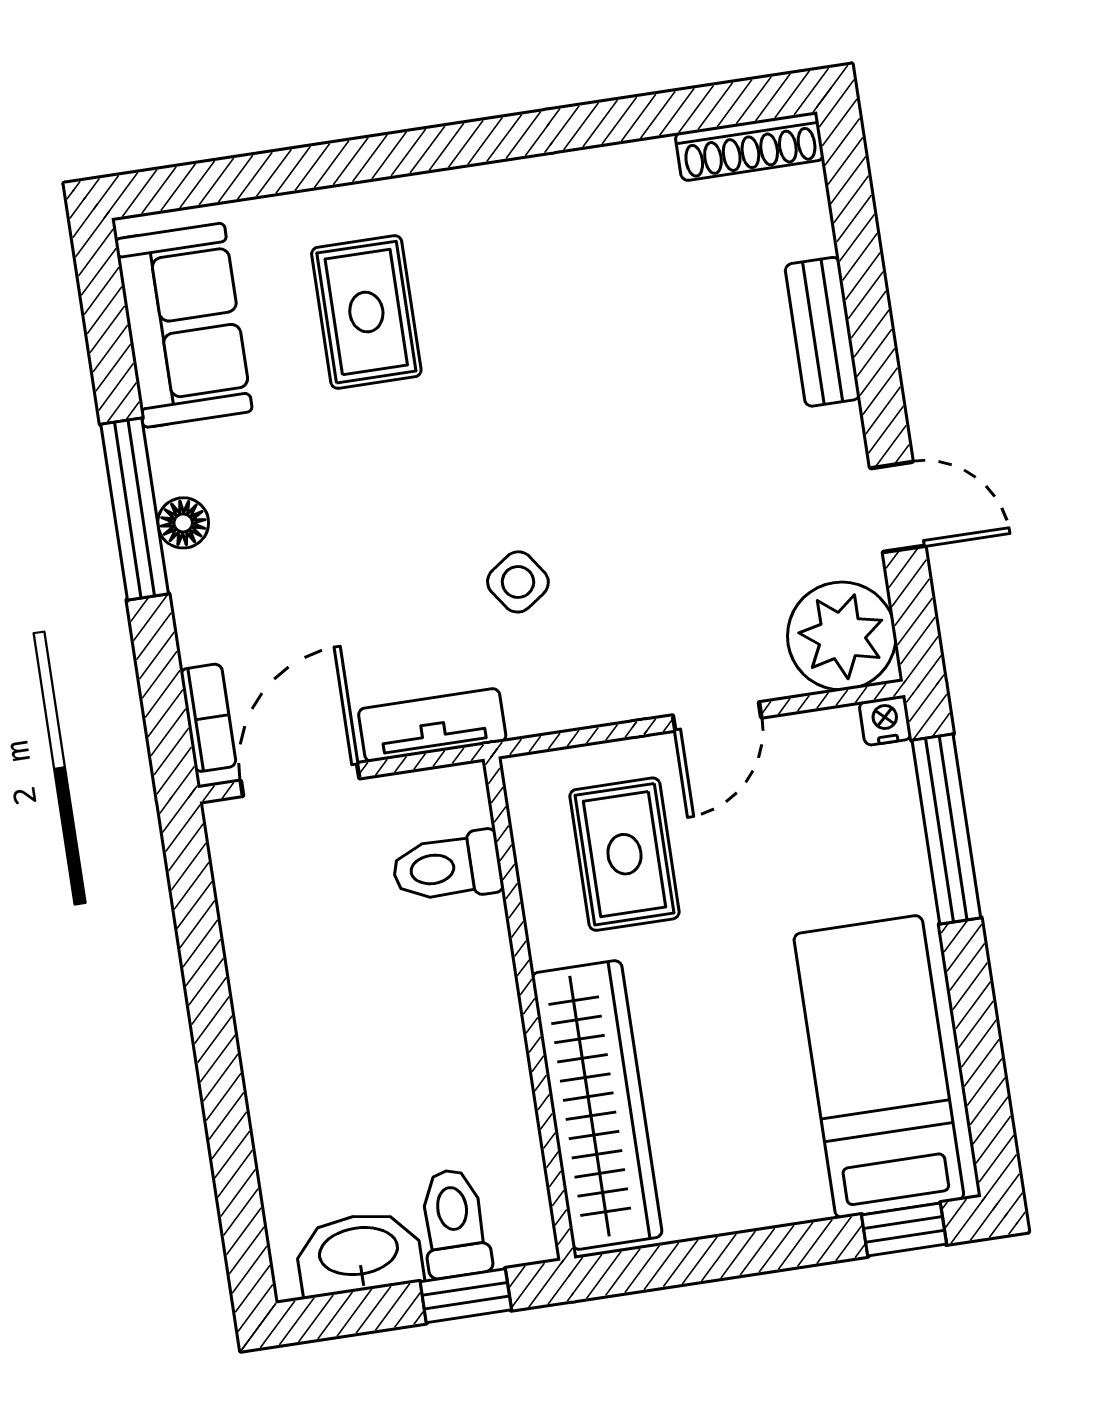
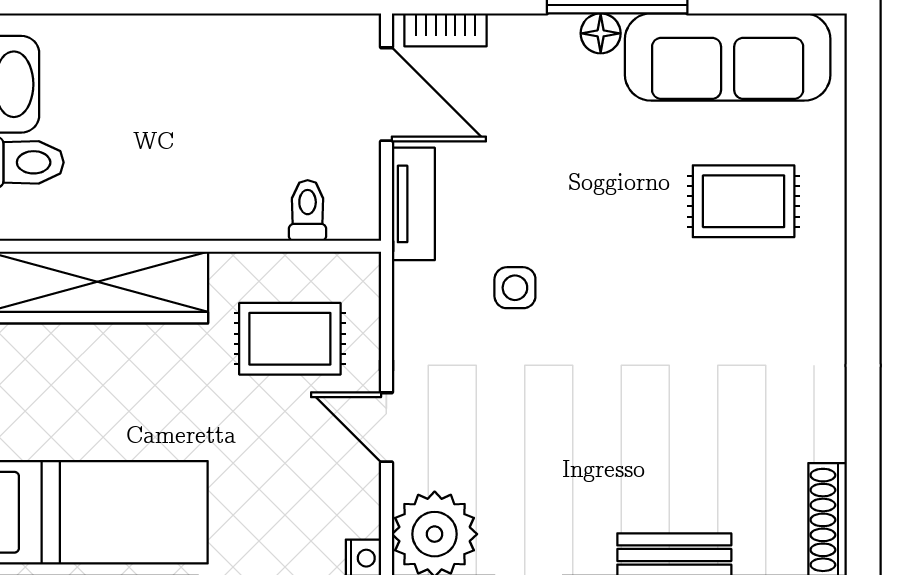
sofa: (184, 325) -> (728, 57), width x1.36
side table: (518, 582) -> (515, 288), turned 35
toilet: (447, 867) -> (308, 211), width x0.73, depth x0.72

